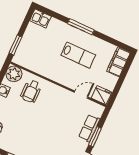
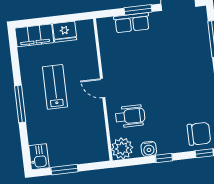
window: (15, 45) -> (64, 170), moved
door: (81, 95) -> (103, 88), moved
fridge: (101, 95) -> (65, 32), moved, turned -90

